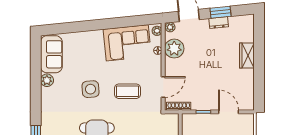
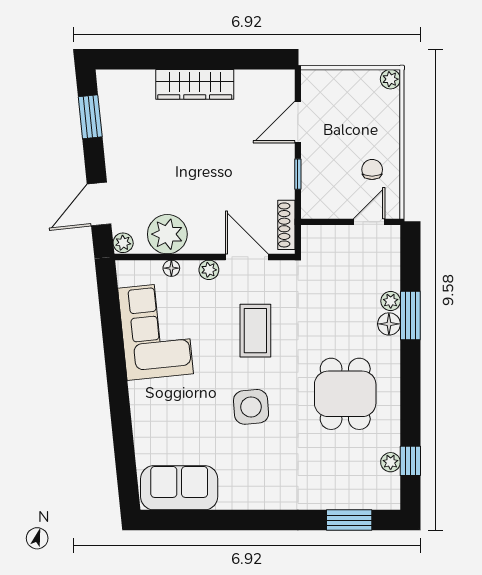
window: (221, 12) -> (90, 117), moved
dresser: (219, 23) -> (114, 143), removed
plant: (157, 31) -> (209, 270), moved
wardrobe: (247, 56) -> (195, 84), width x1.50
plant: (47, 80) -> (233, 497), removed

